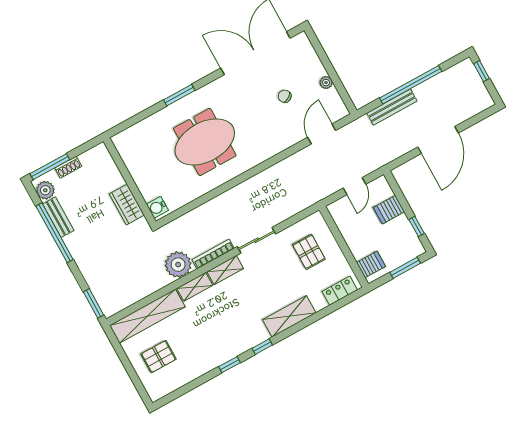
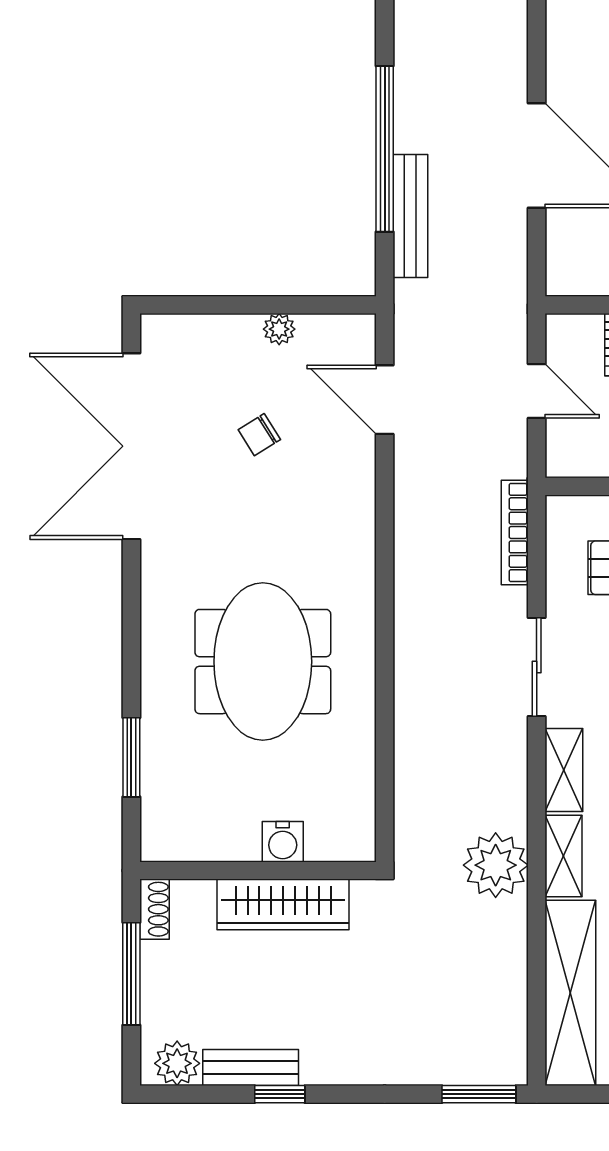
window: (179, 95) -> (131, 757), moved
window: (50, 167) -> (131, 974), moved
shoe rack: (68, 167) -> (155, 909), moved
wardrobe: (127, 205) -> (283, 904), width x1.50
water cooler: (157, 207) -> (283, 842), moved
window: (54, 233) -> (280, 1094), width x0.32
bookcase: (213, 254) -> (515, 533), moved

